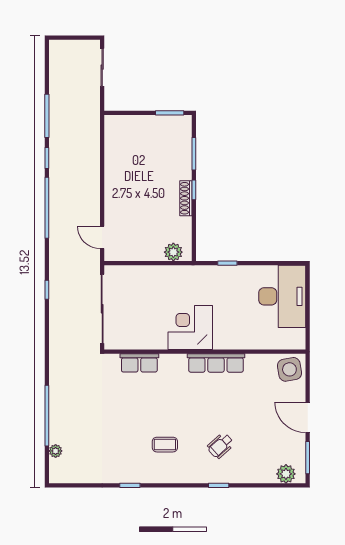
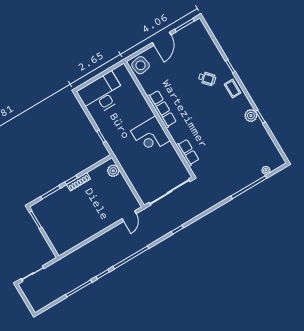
coffee table: (165, 445) -> (233, 89), moved
plant: (286, 474) -> (251, 116), moved

